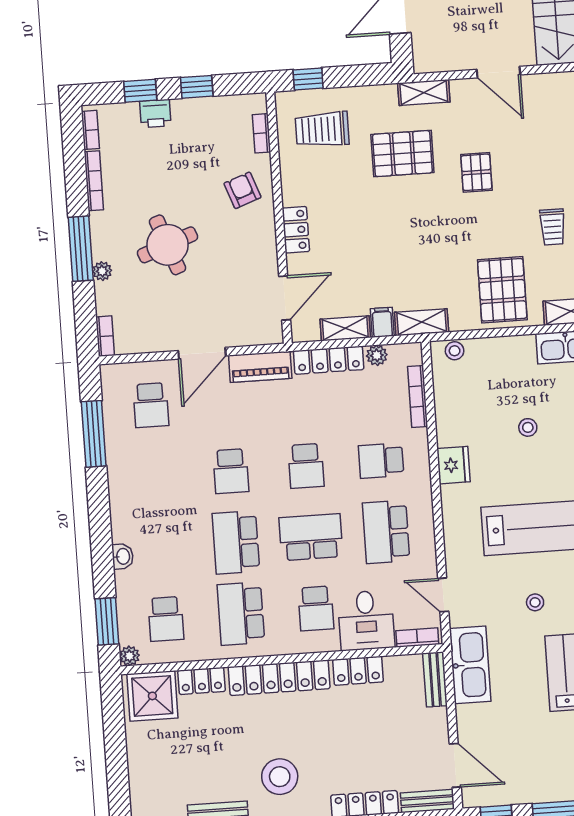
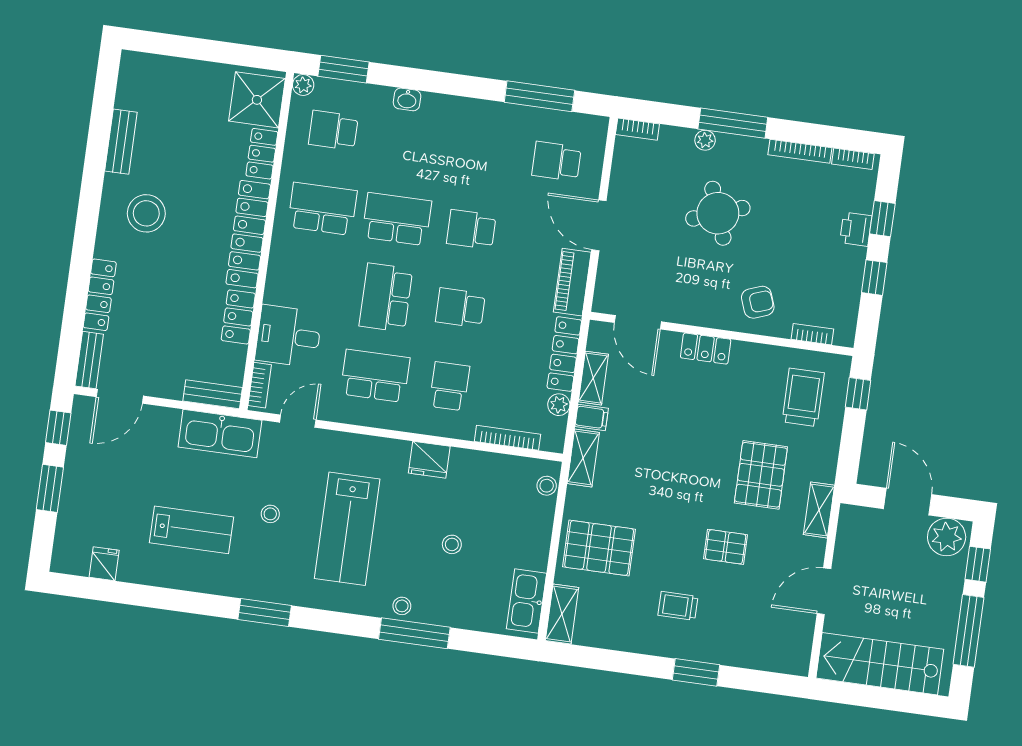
trolley: (553, 227) -> (678, 606), moved
school desk: (311, 537) -> (386, 297), turned 180
school desk: (316, 608) -> (312, 287), removed

